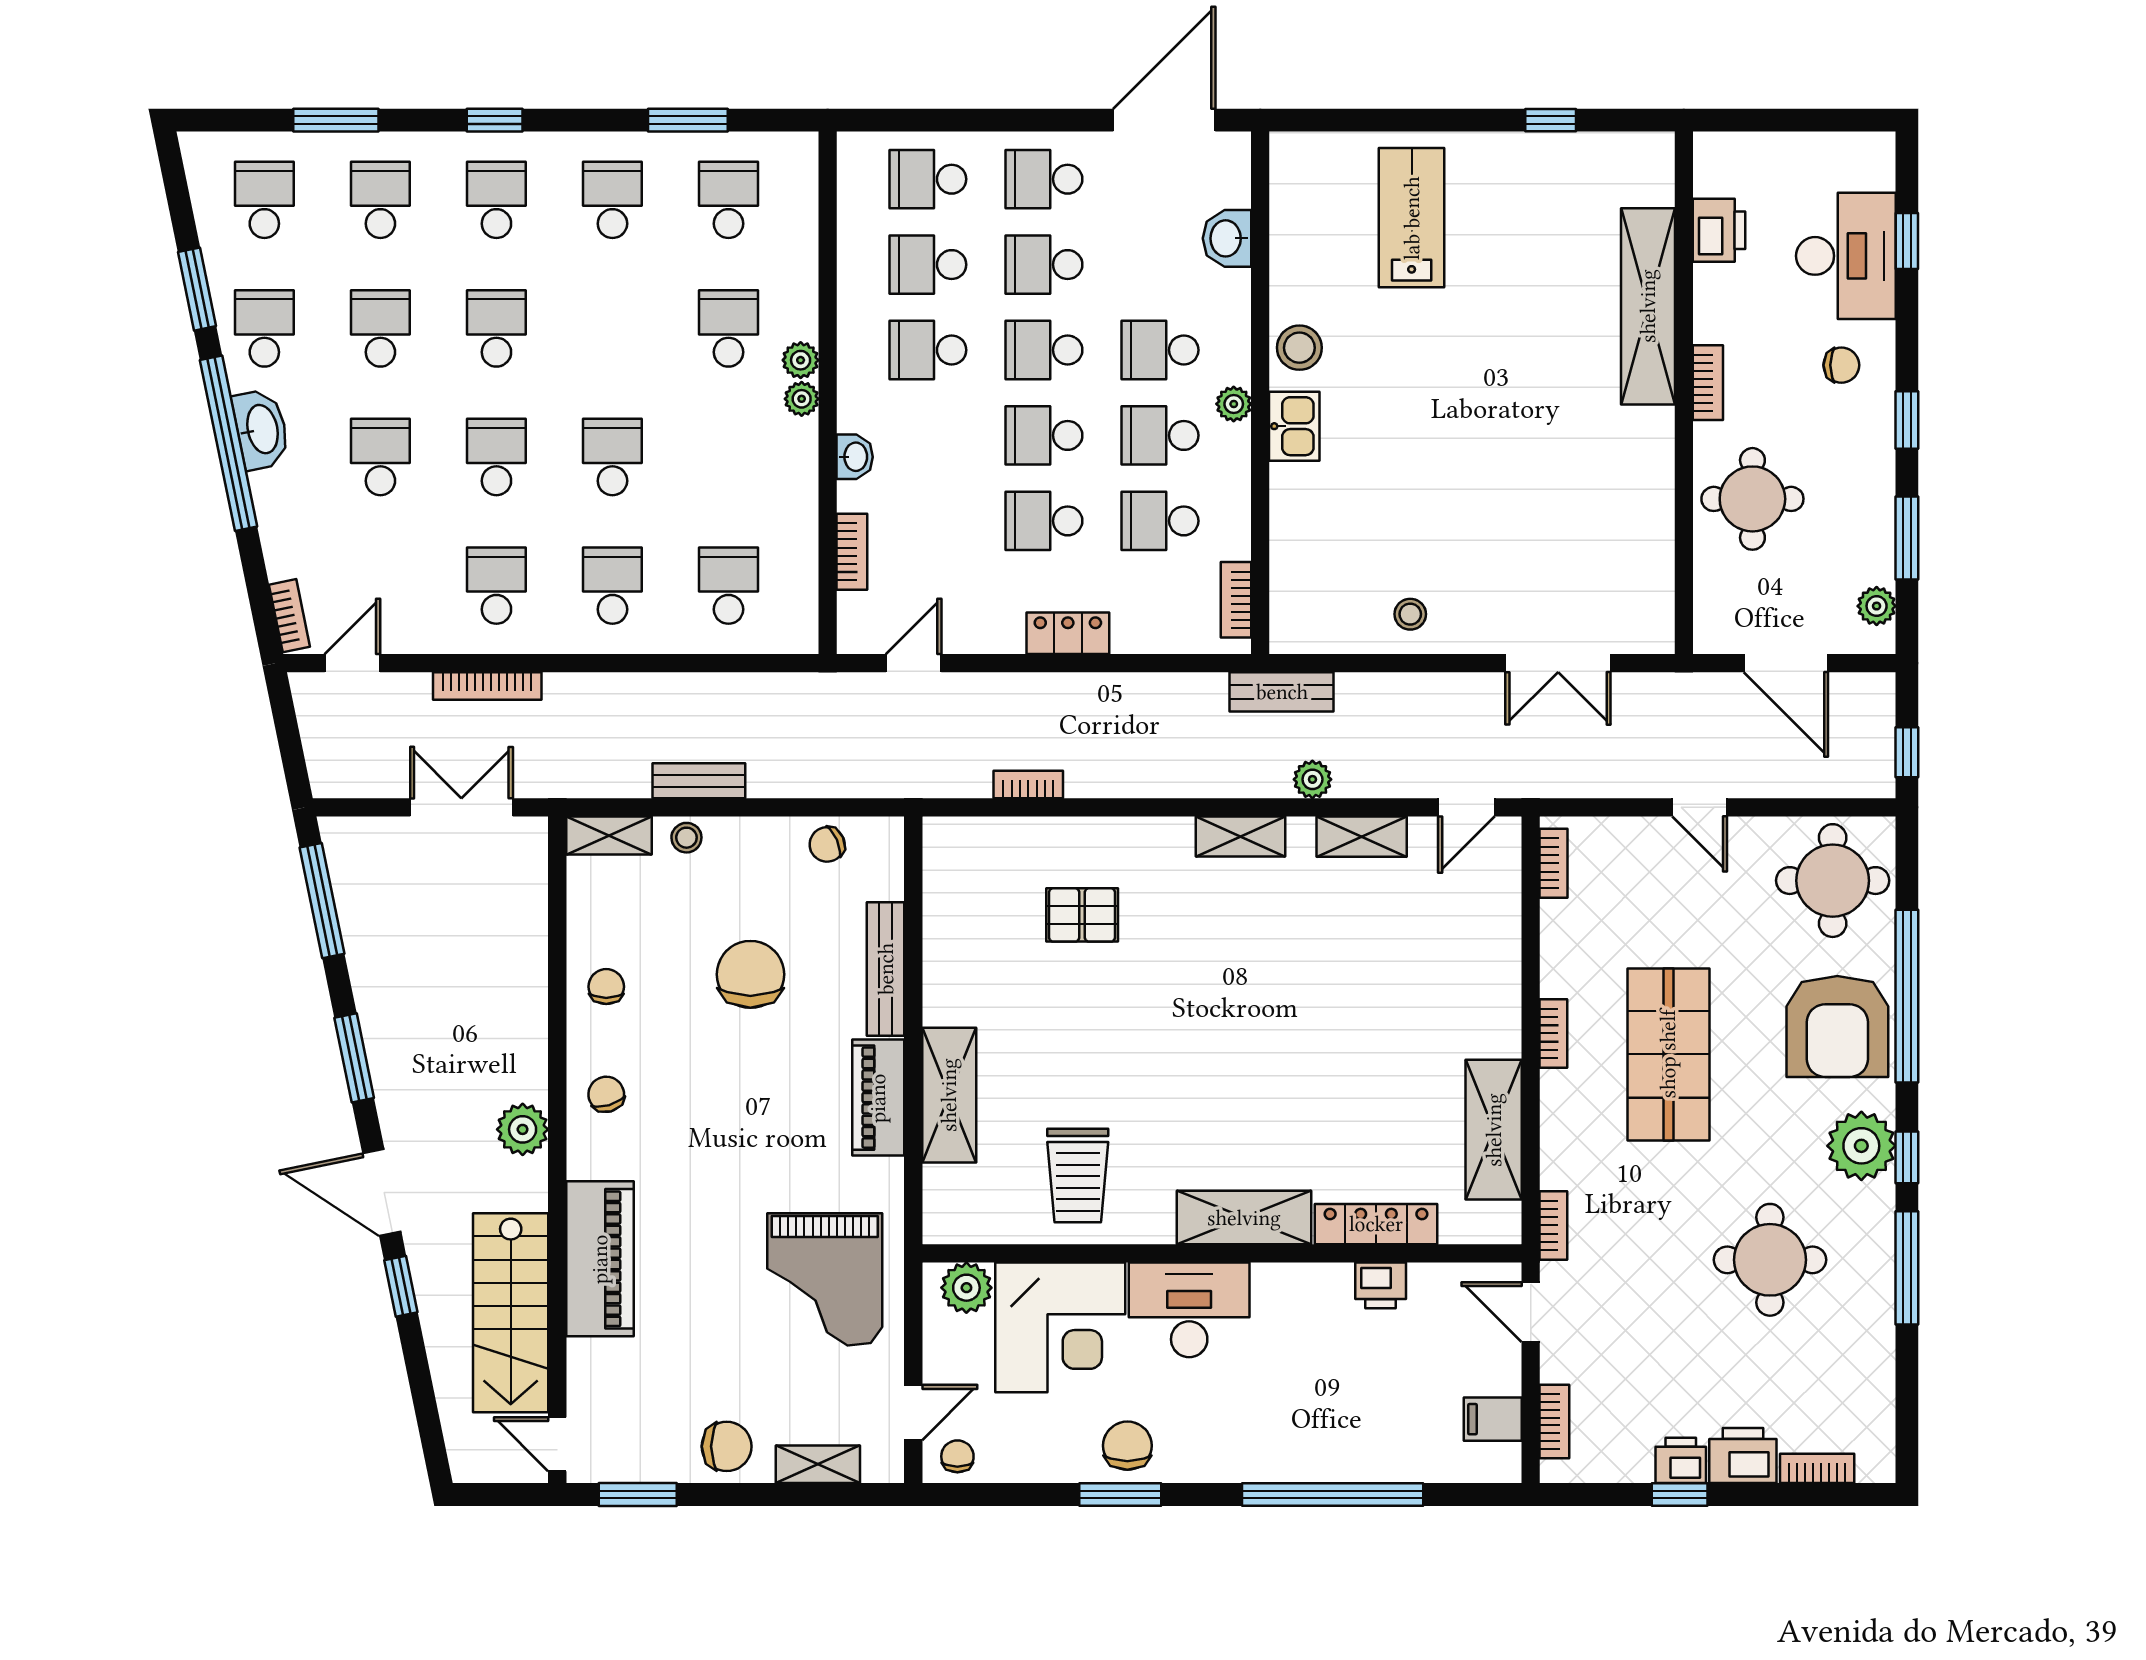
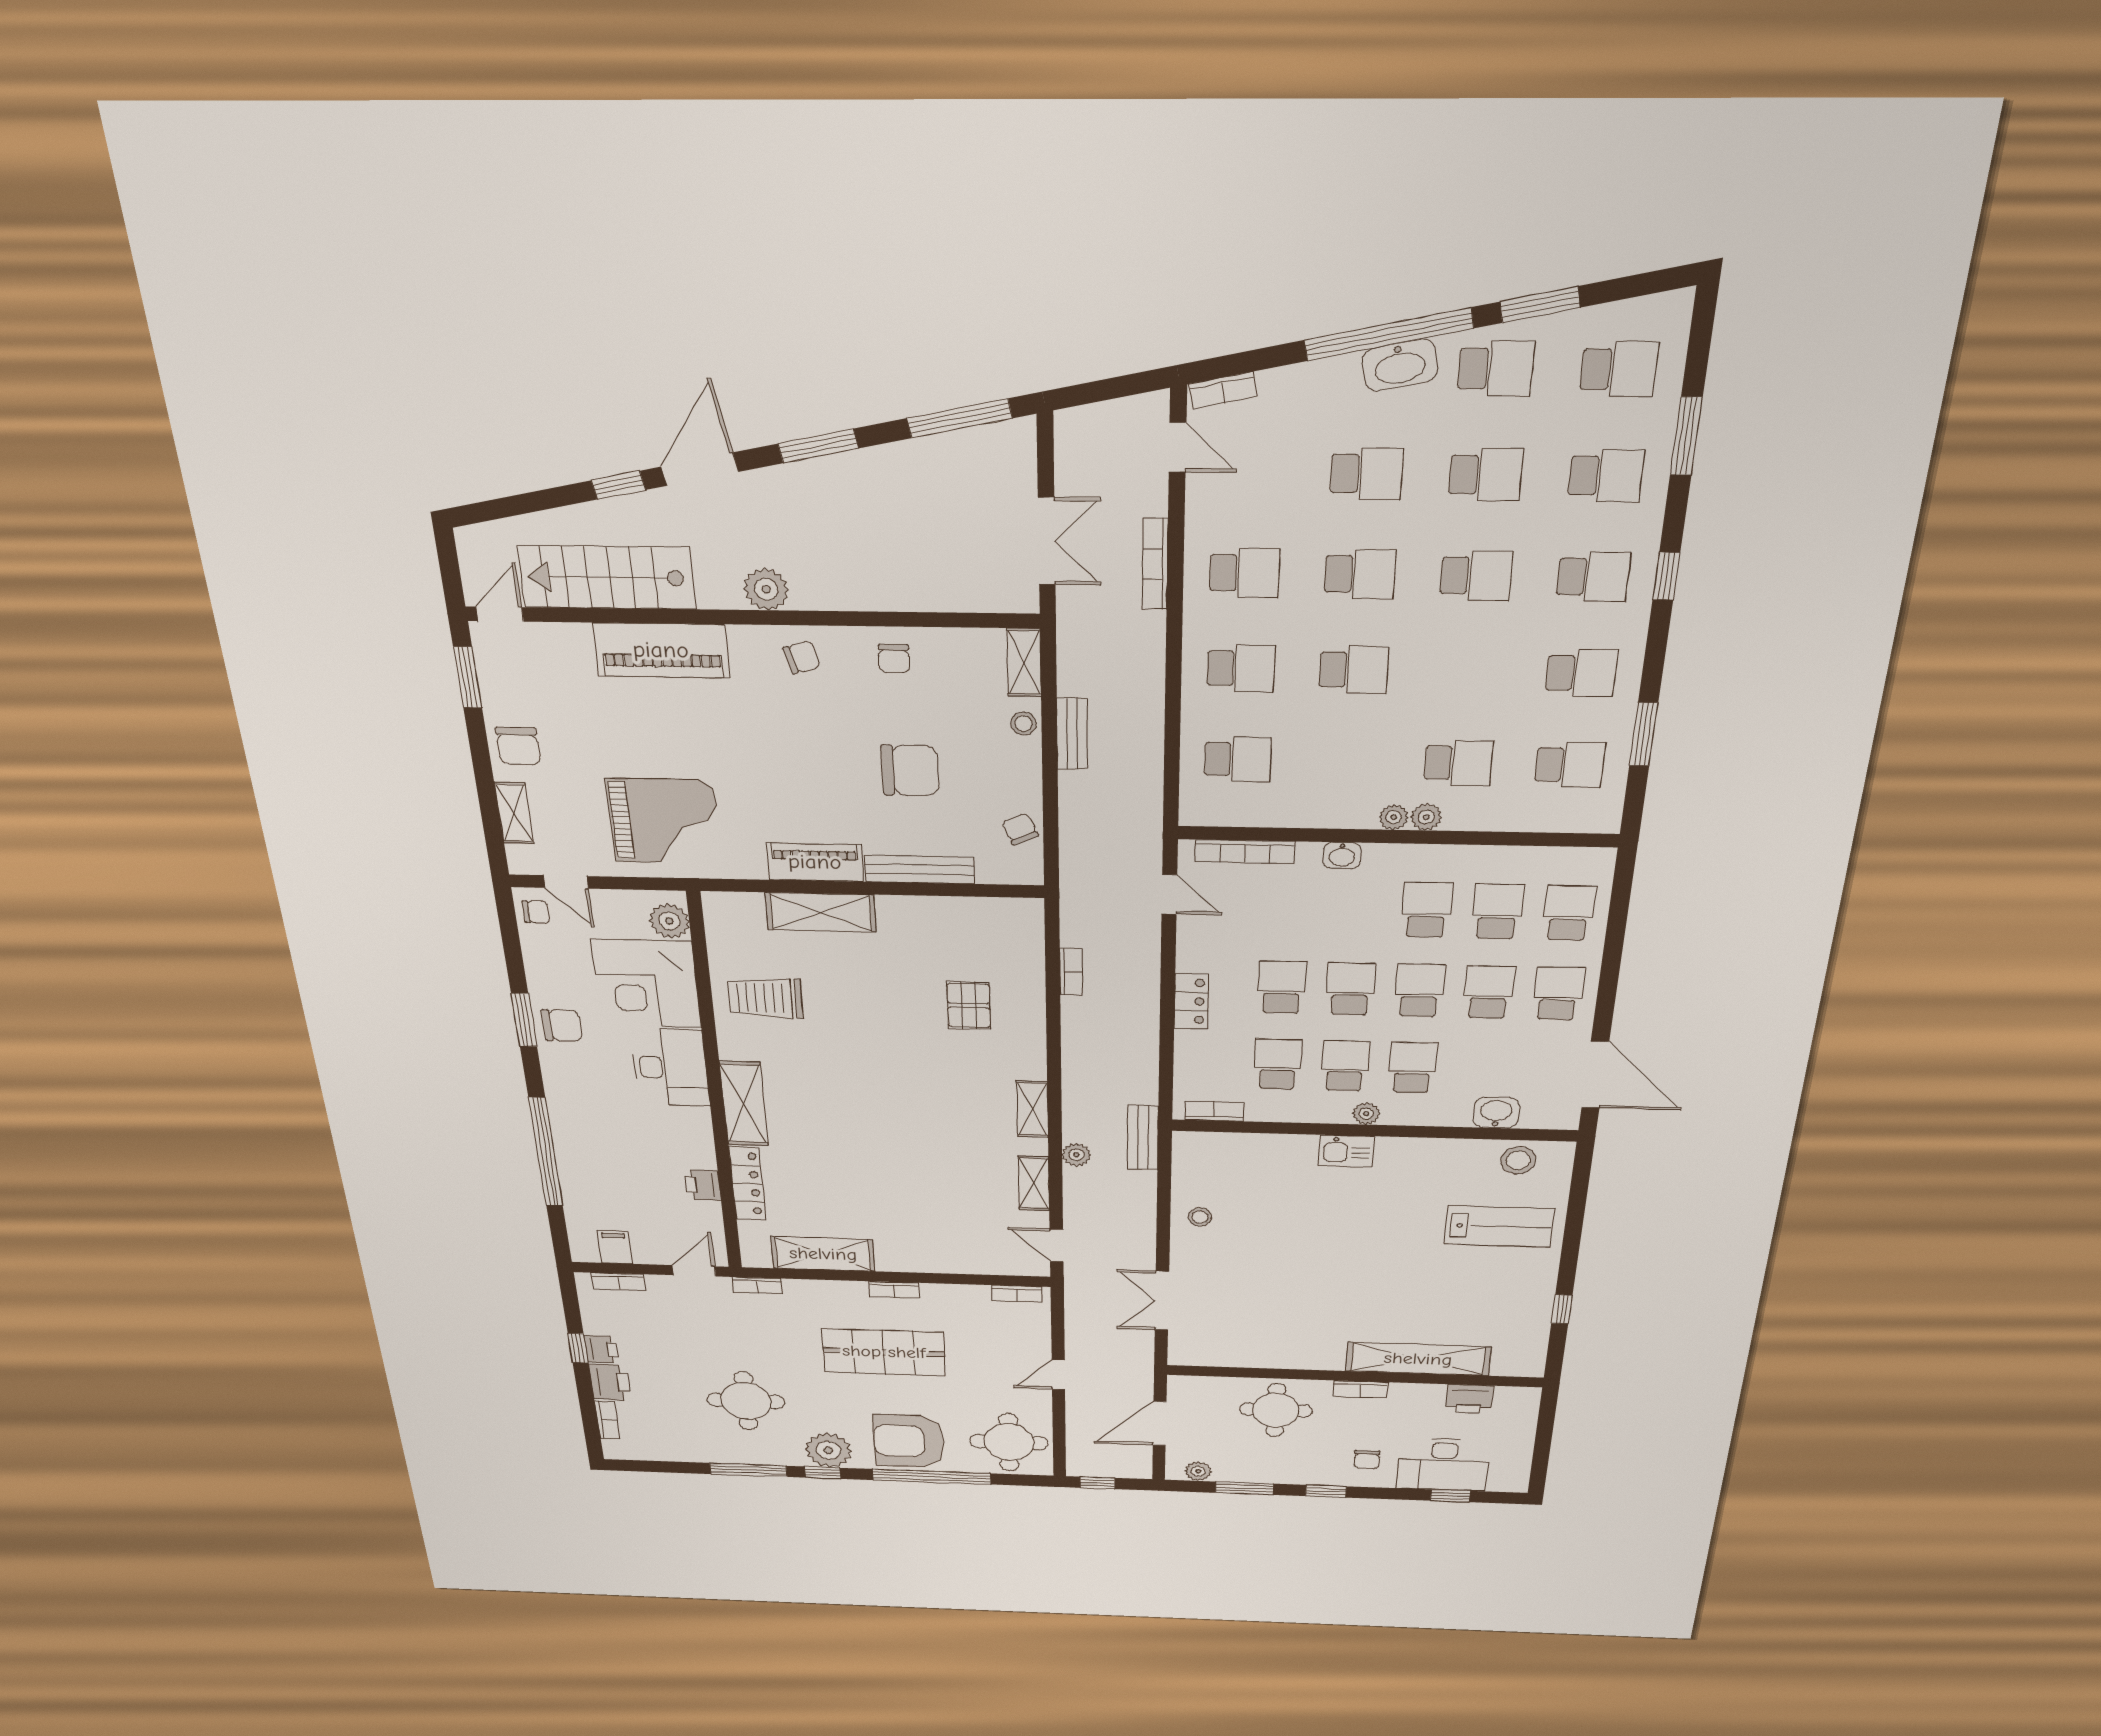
stool: (1299, 348) -> (1518, 1160), moved
bookcase: (852, 552) -> (1245, 852), width x1.56
chair: (606, 987) -> (894, 659), turned 90
grand piano: (825, 1279) -> (664, 821), turned 180

